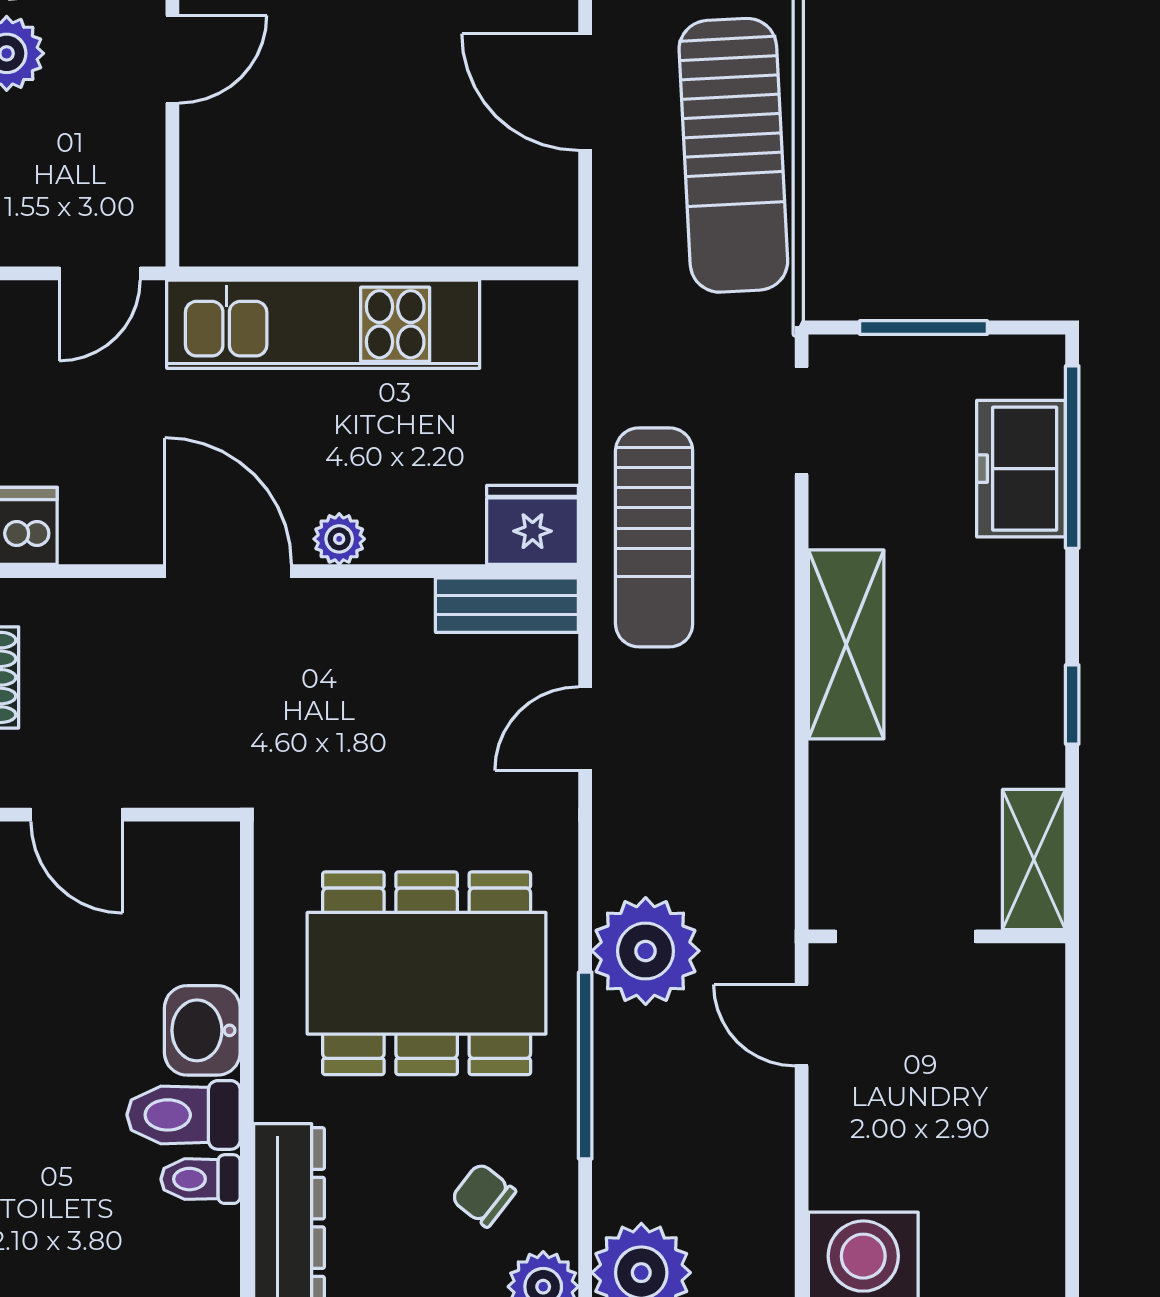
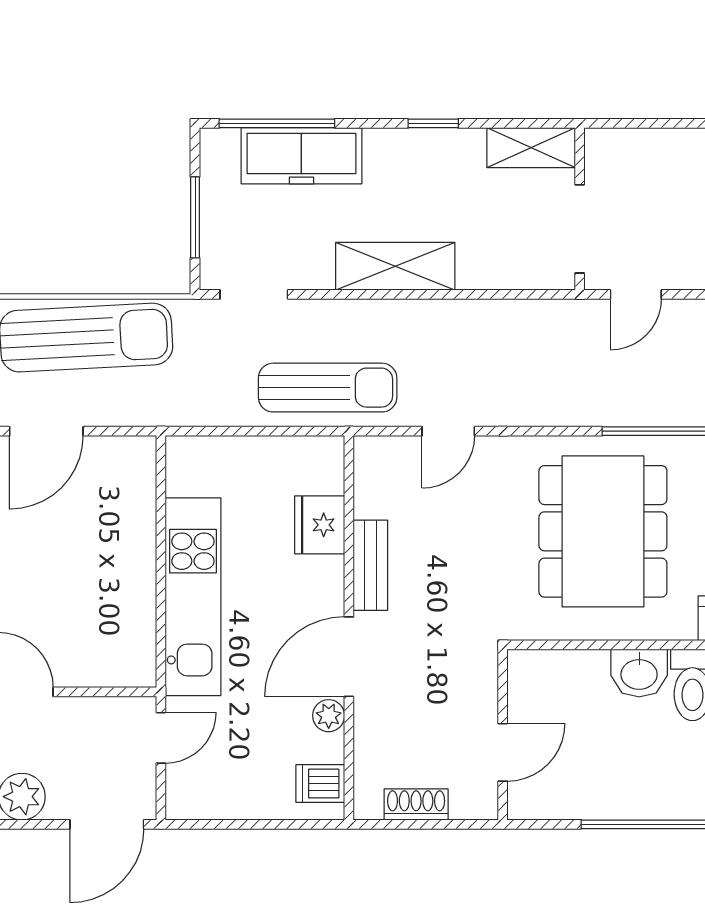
door: (100, 273) -> (161, 738), hinge flipped
freezer: (1021, 469) -> (301, 156), width x1.40
fridge: (533, 525) -> (320, 525), moved
plant: (339, 539) -> (329, 716), moved
bench: (507, 605) -> (370, 565), moved
door: (585, 729) -> (448, 431), hinge flipped
plant: (646, 951) -> (589, 393), removed

